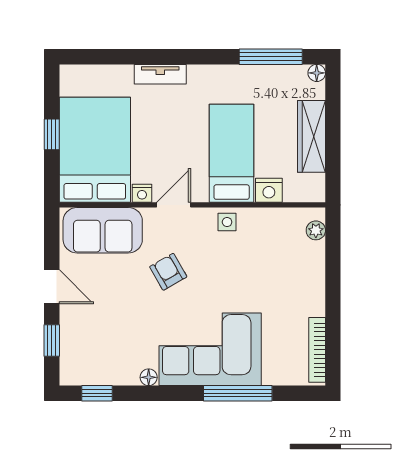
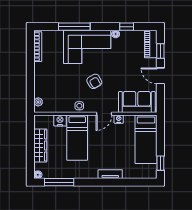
window: (52, 134) -> (160, 163), moved
bed: (95, 150) -> (146, 139), width x0.67
armchair: (168, 272) -> (94, 81), moved
piano: (73, 356) -> (151, 44), added
window: (97, 393) -> (127, 27), moved

